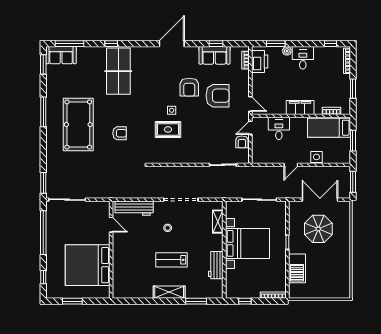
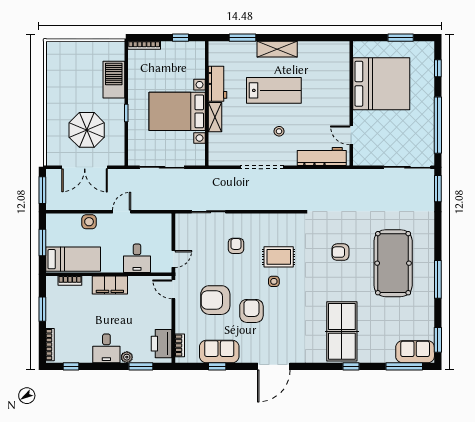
armchair: (242, 142) -> (236, 246), moved
shelving: (218, 222) -> (215, 117), moved
lab bench: (172, 260) -> (274, 90), width x1.36, depth x1.39

